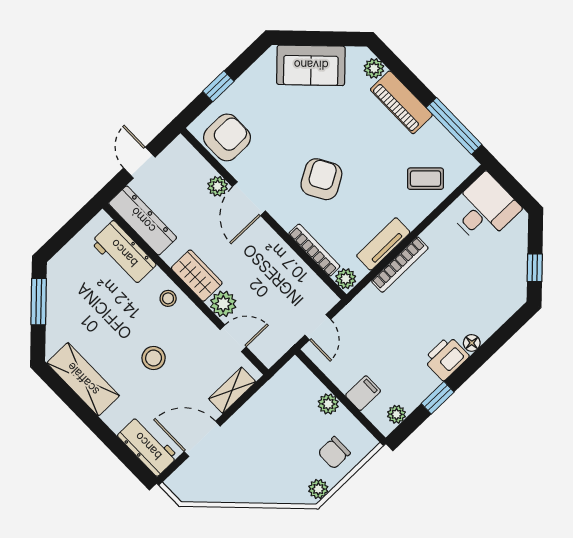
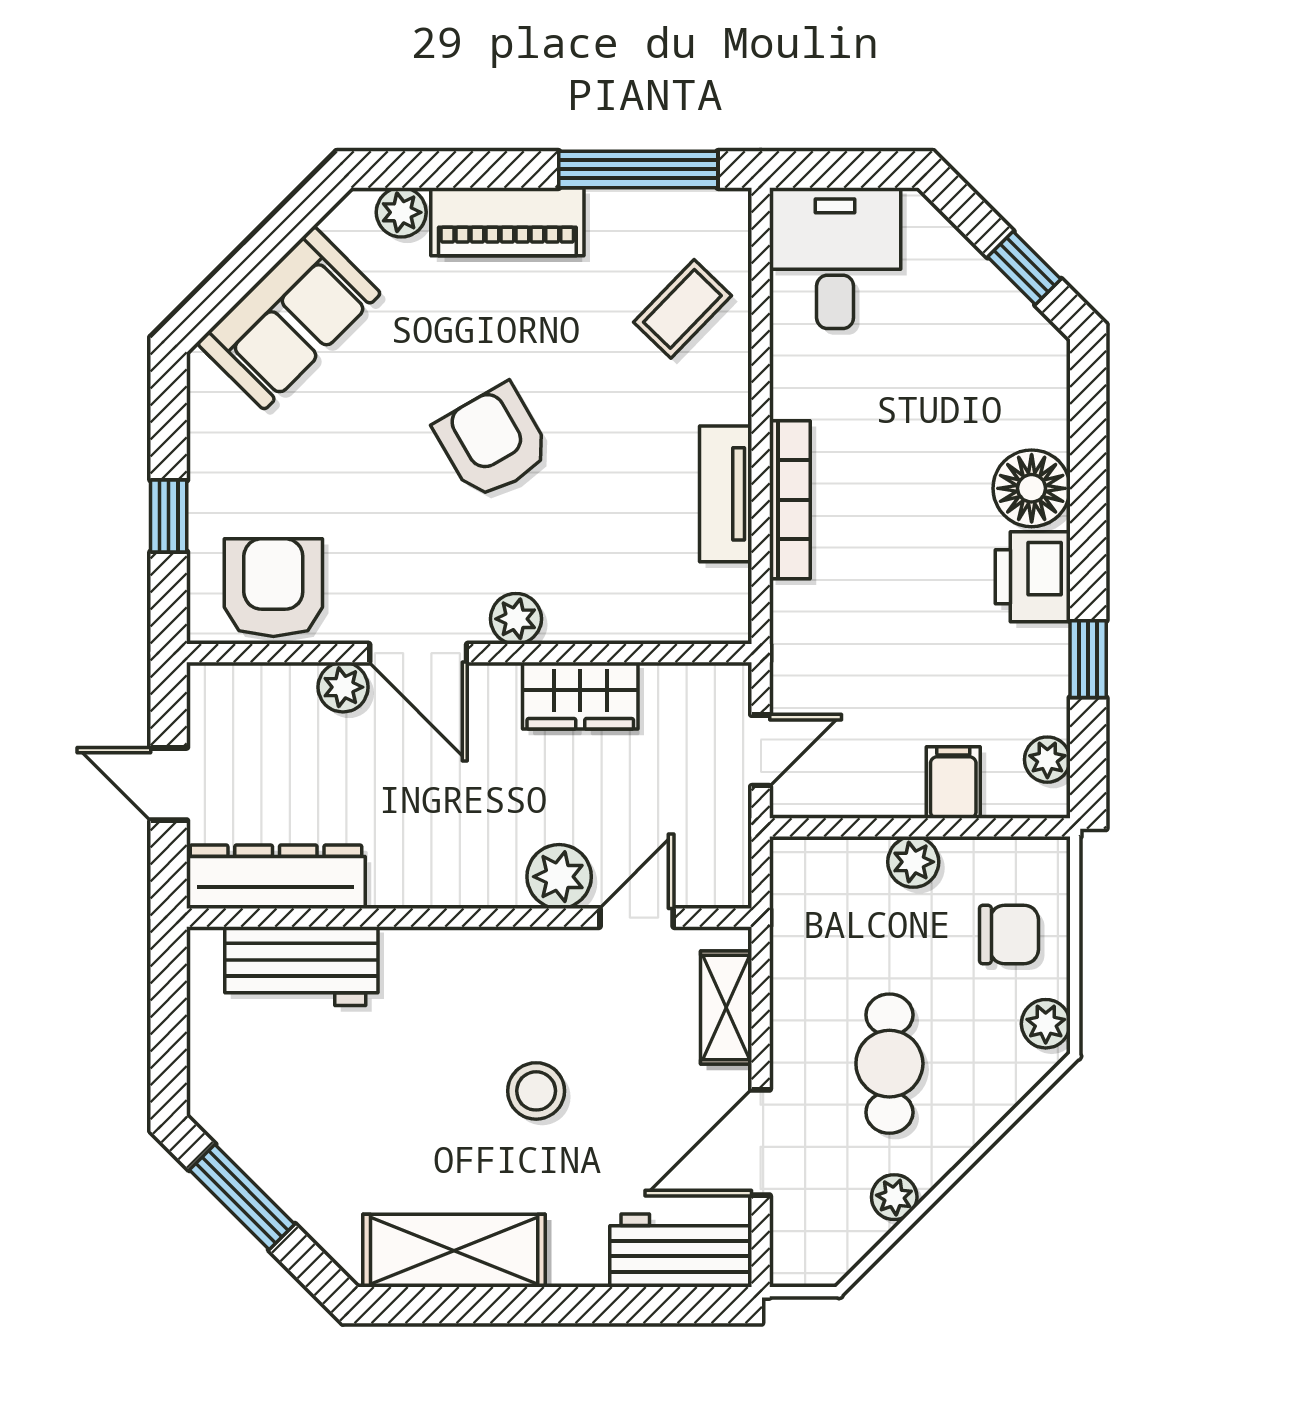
armchair: (321, 179) -> (493, 442), moved
bookcase: (314, 250) -> (619, 625), removed
wardrobe: (197, 276) -> (580, 696), moved, turned 180
plant: (346, 279) -> (516, 619), moved
stool: (168, 298) -> (456, 964), removed
door: (318, 327) -> (761, 750), hinge flipped
floor lamp: (472, 343) -> (1032, 488), width x1.89, depth x1.89
chair: (334, 453) -> (1009, 935), turned -90
cafe table: (262, 454) -> (889, 1064), added
plant: (224, 494) -> (894, 1197), added

